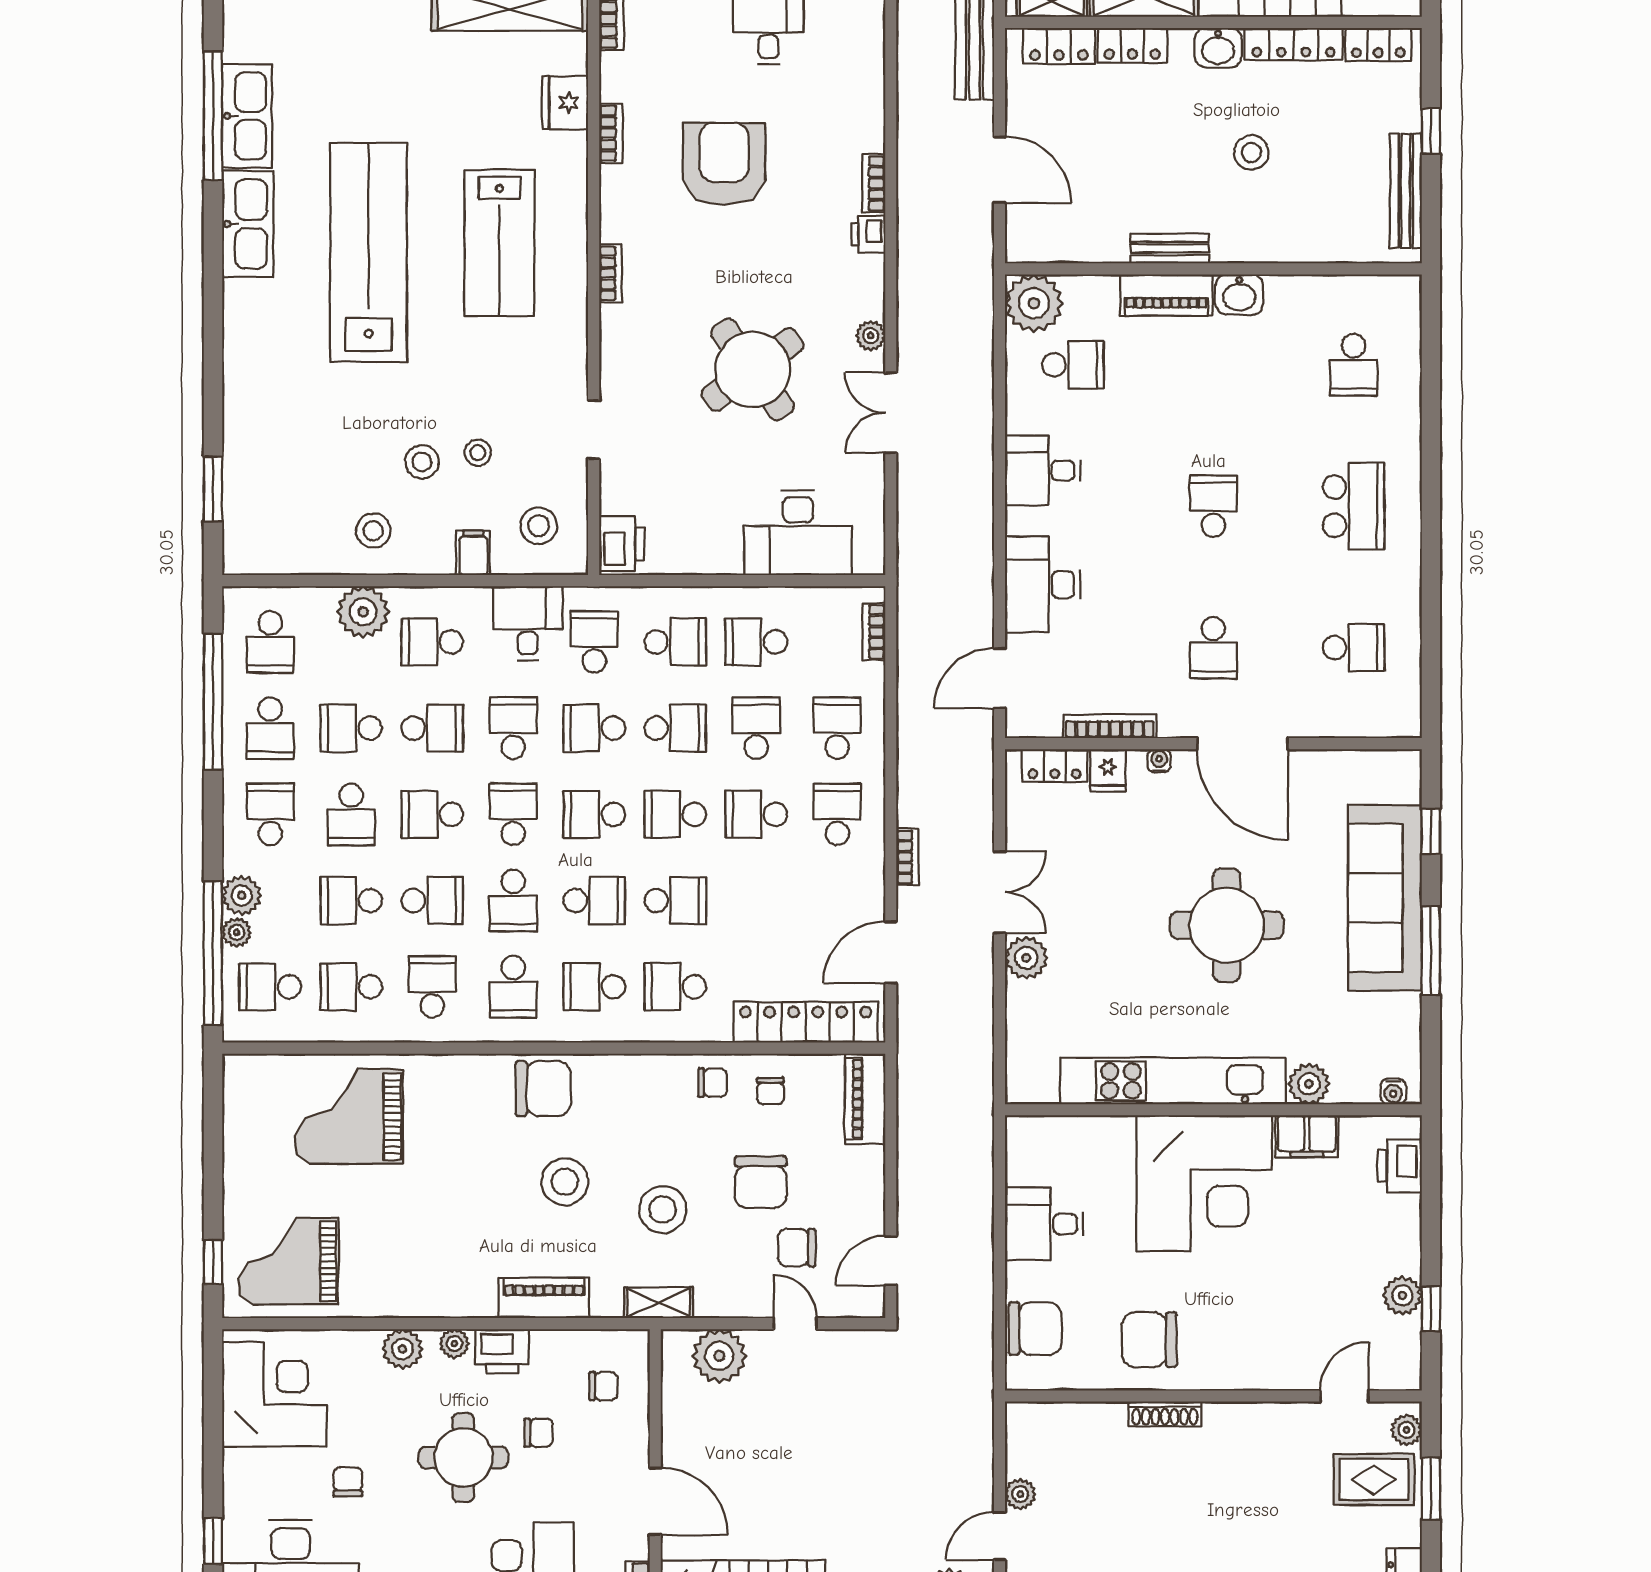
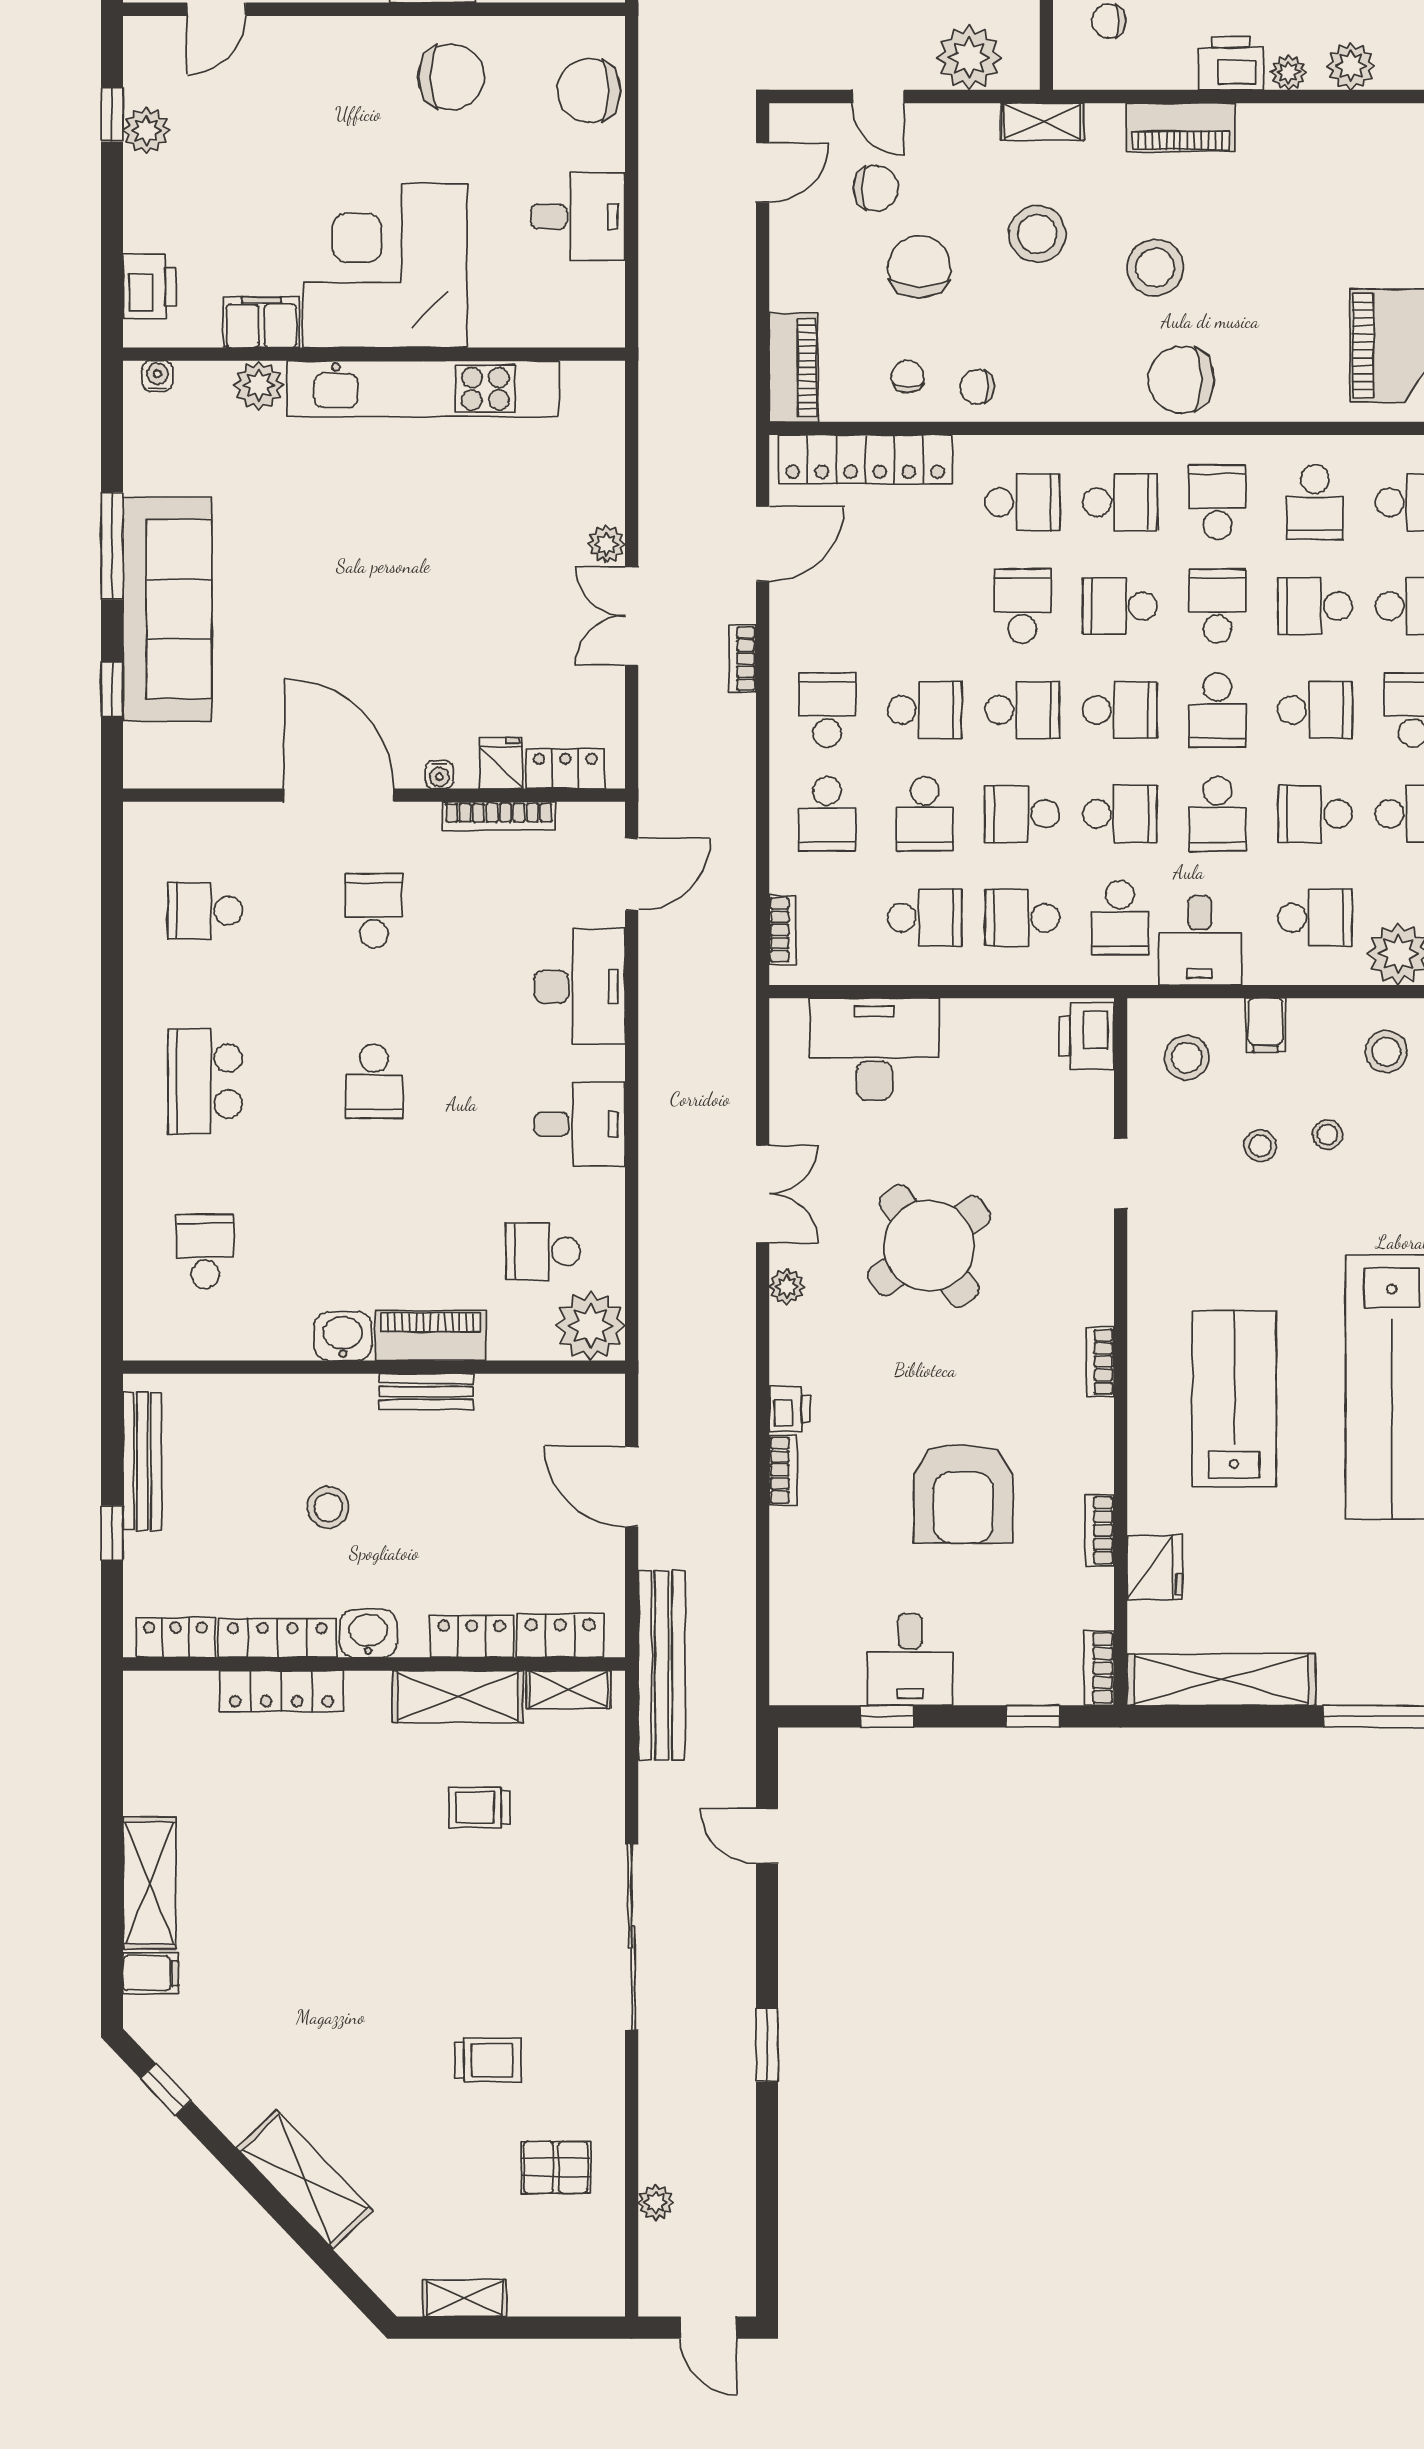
stool: (422, 462) -> (1327, 1135), width x0.73, depth x0.73
school desk: (837, 814) -> (827, 710), turned 180
school desk: (675, 901) -> (1022, 606), turned 90
round table: (1227, 925) -> (358, 576), removed
plant: (1026, 958) -> (606, 544), width x0.73, depth x0.73

